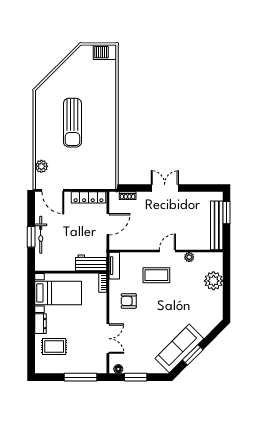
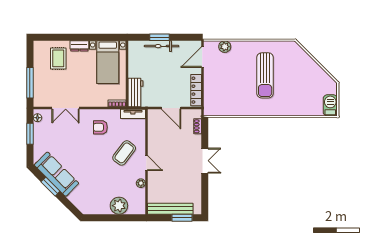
sun lounger: (72, 123) -> (265, 75), turned -90
coffee table: (156, 275) -> (124, 153), turned 37
armchair: (129, 301) -> (100, 127), turned -90

